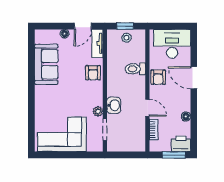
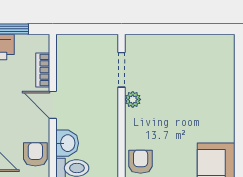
washbasin: (114, 105) -> (67, 143), moved, turned 180
corner sofa: (62, 134) -> (191, 62), removed

